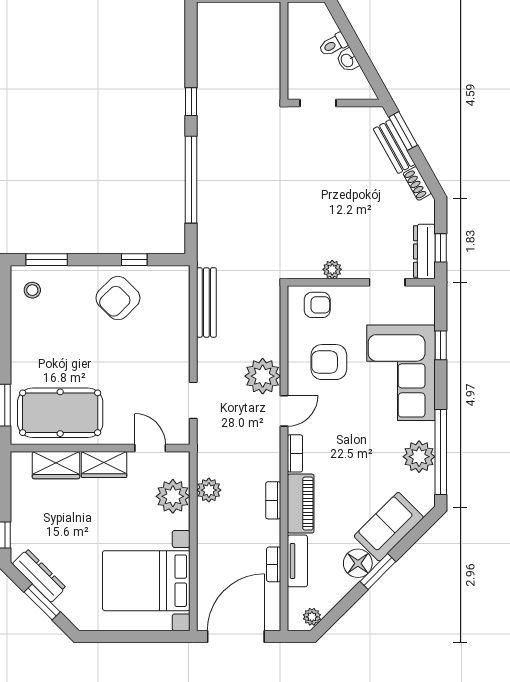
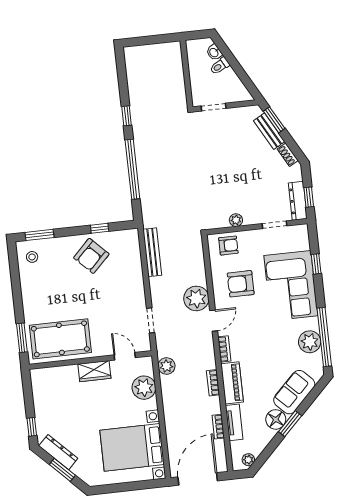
washbasin: (347, 60) -> (214, 52), moved
wardrobe: (56, 465) -> (61, 375), removed
plant: (209, 490) -> (167, 366), moved

